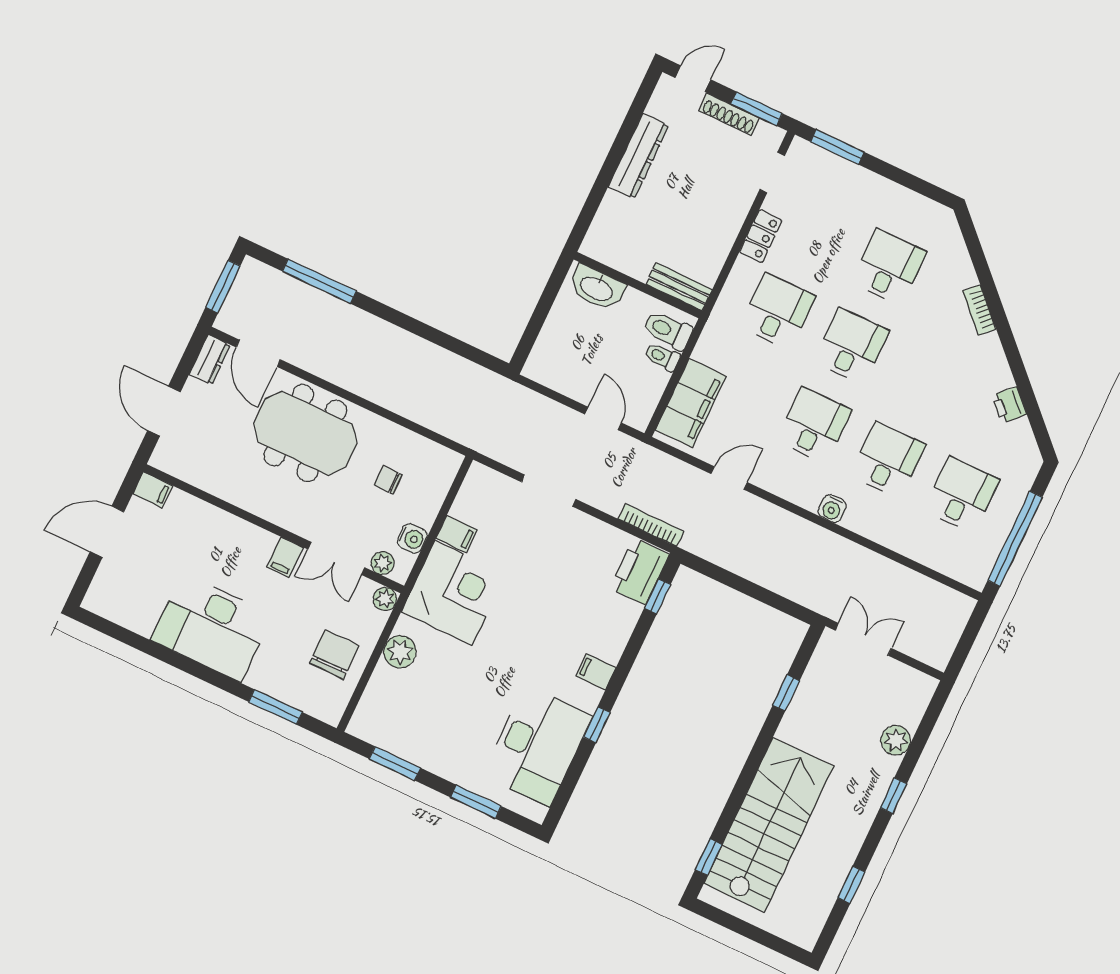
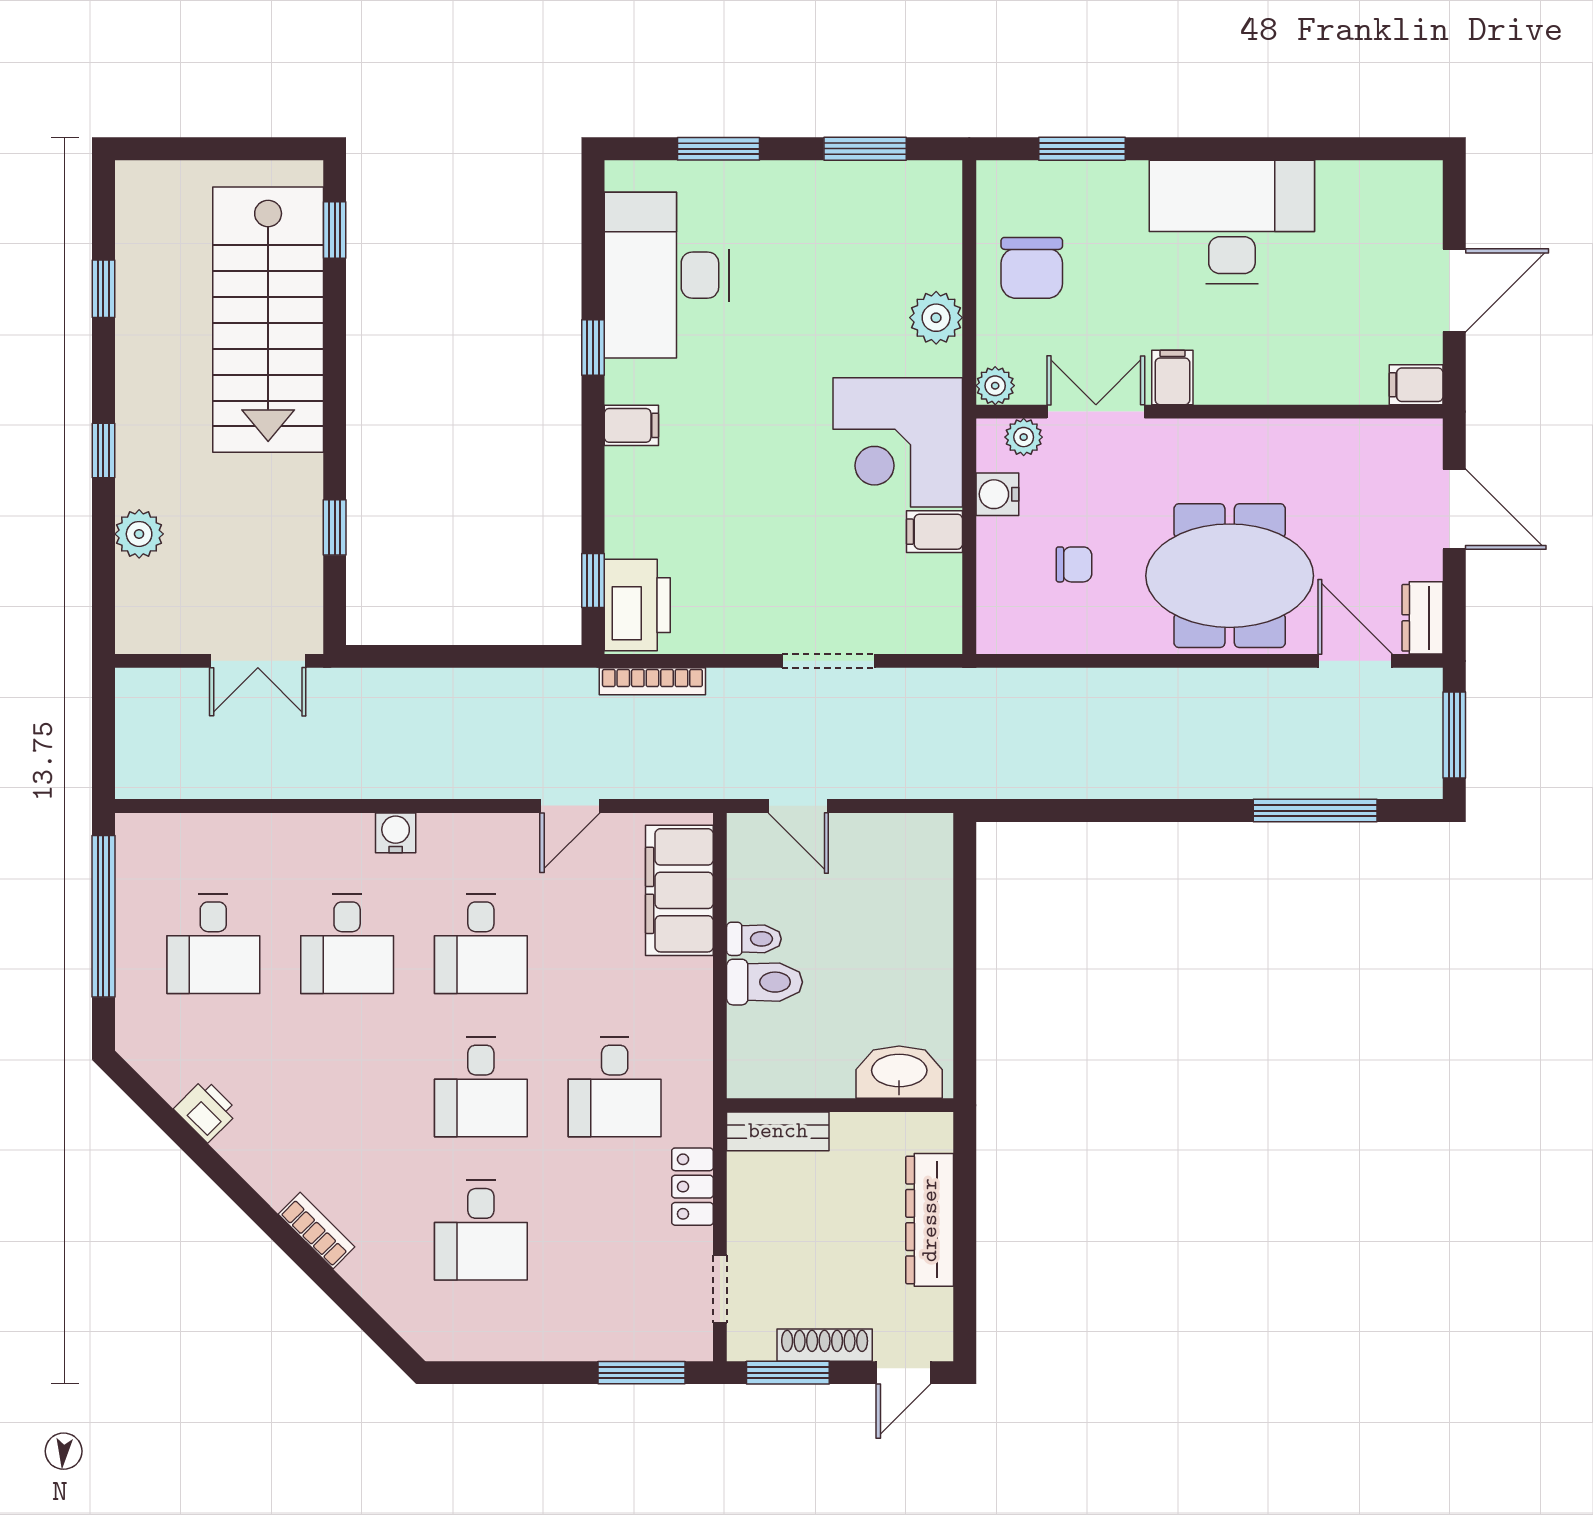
wall: (638, 285) -> (840, 1105), moved
bench: (679, 287) -> (778, 1131), moved
washbasin: (597, 288) -> (899, 1072), moved

